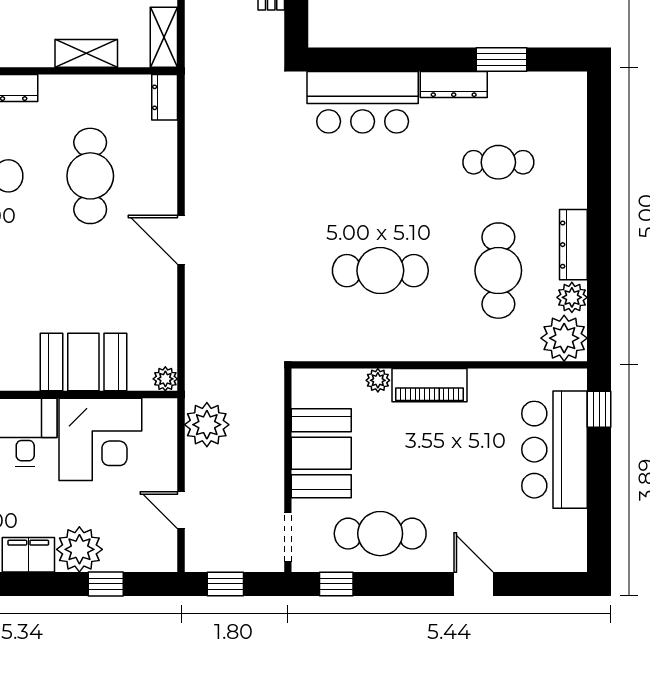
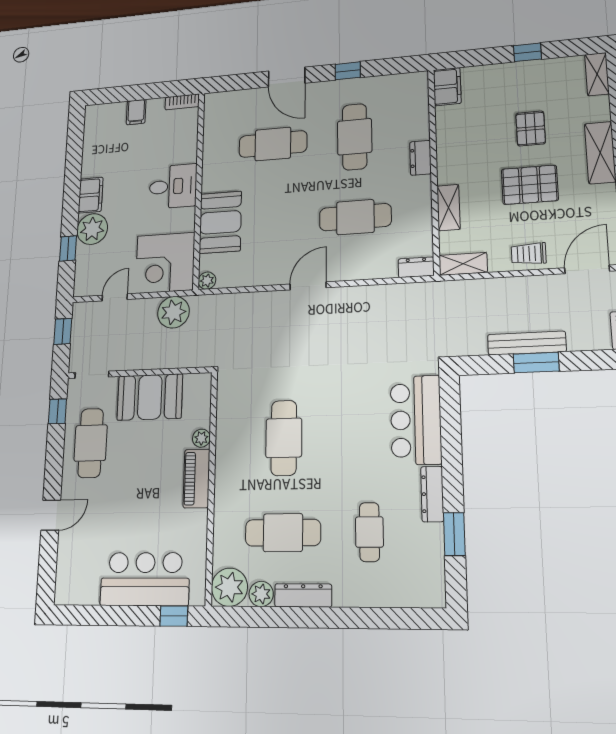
corner desk: (100, 439) -> (165, 263), moved

